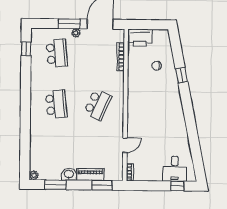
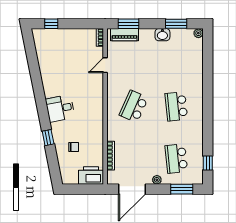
window: (69, 24) -> (182, 189), moved
desk: (175, 169) -> (60, 108), moved, turned -101
piano: (90, 175) -> (124, 35), moved

